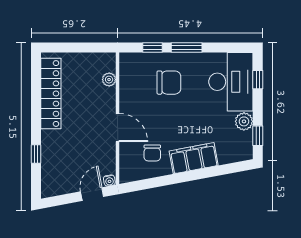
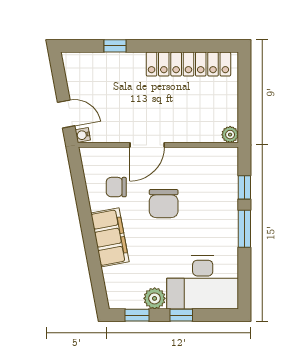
plant: (109, 80) -> (230, 135), moved
window: (258, 80) -> (181, 315), moved
chair: (169, 83) -> (164, 204), moved

